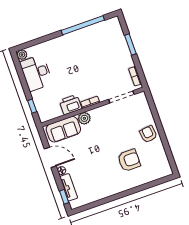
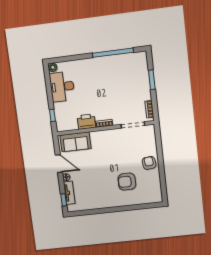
plant: (84, 118) -> (96, 136), removed
armchair: (129, 160) -> (127, 182), turned 180

